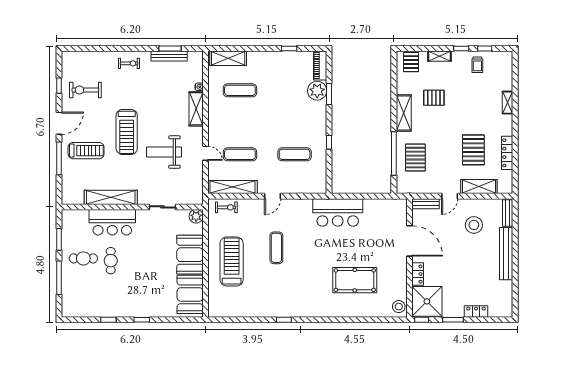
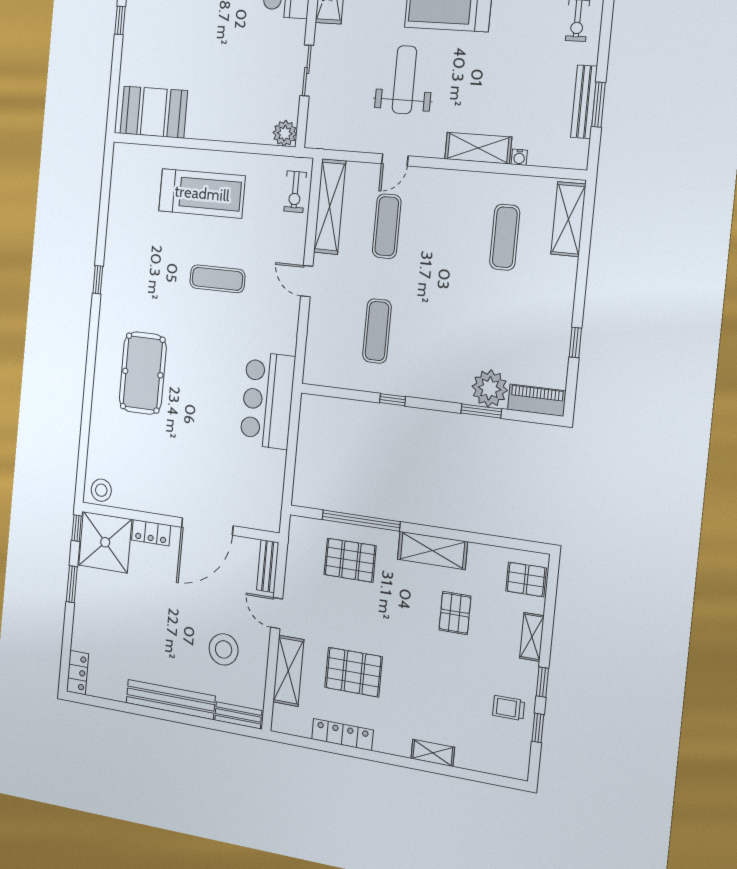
booth: (190, 255) -> (220, 117), removed
pool table: (355, 280) -> (143, 373), moved
locker: (476, 312) -> (78, 672), moved

